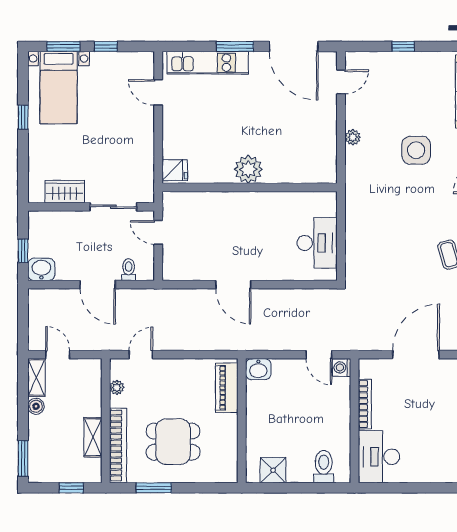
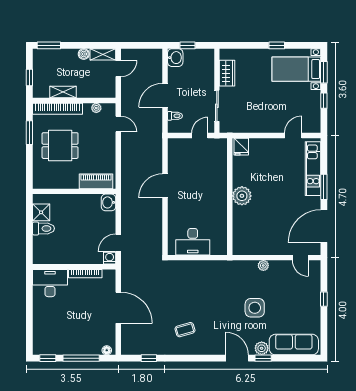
dining table: (173, 442) -> (60, 146), turned 90
toilet: (324, 467) -> (43, 228), moved

